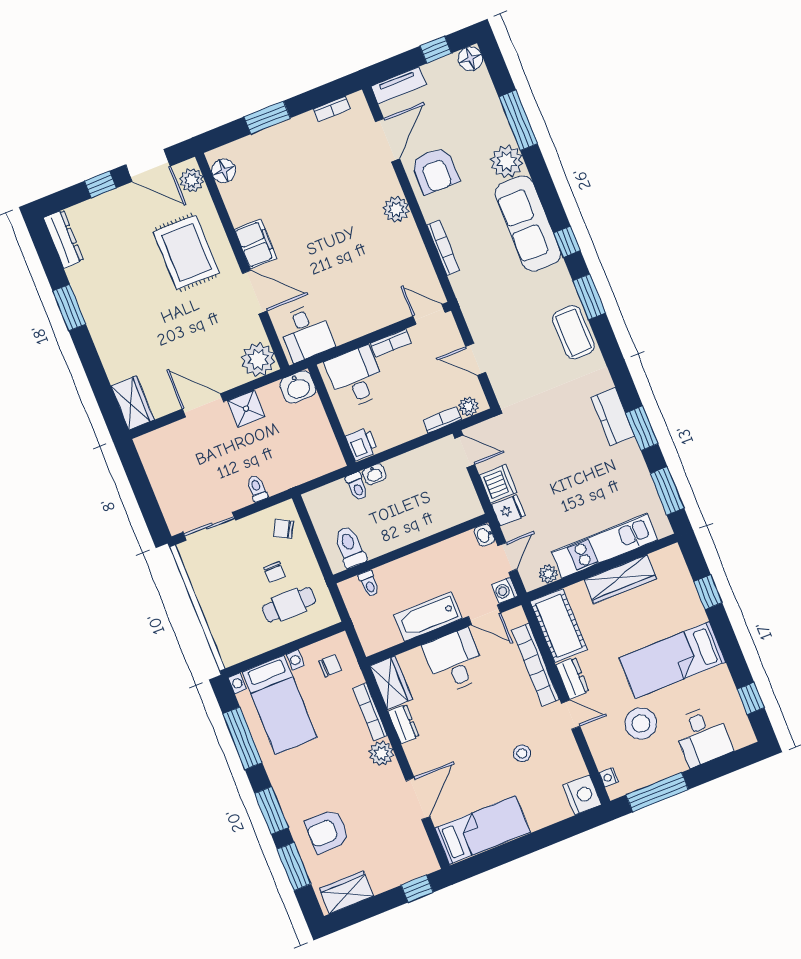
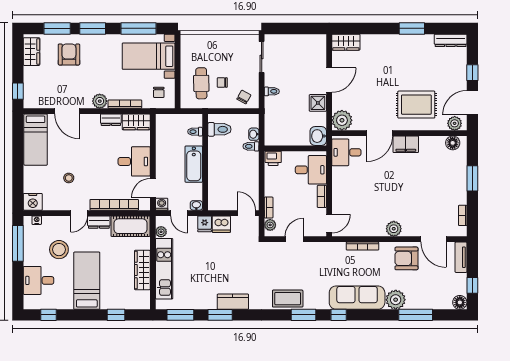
door: (465, 451) -> (246, 213), swing flipped
washbasin: (374, 474) -> (254, 134), moved
bathtub: (428, 617) -> (194, 164), moved, turned 180

